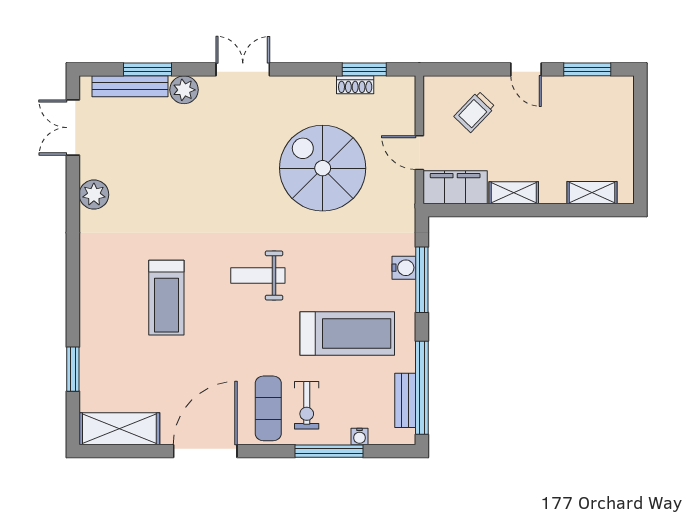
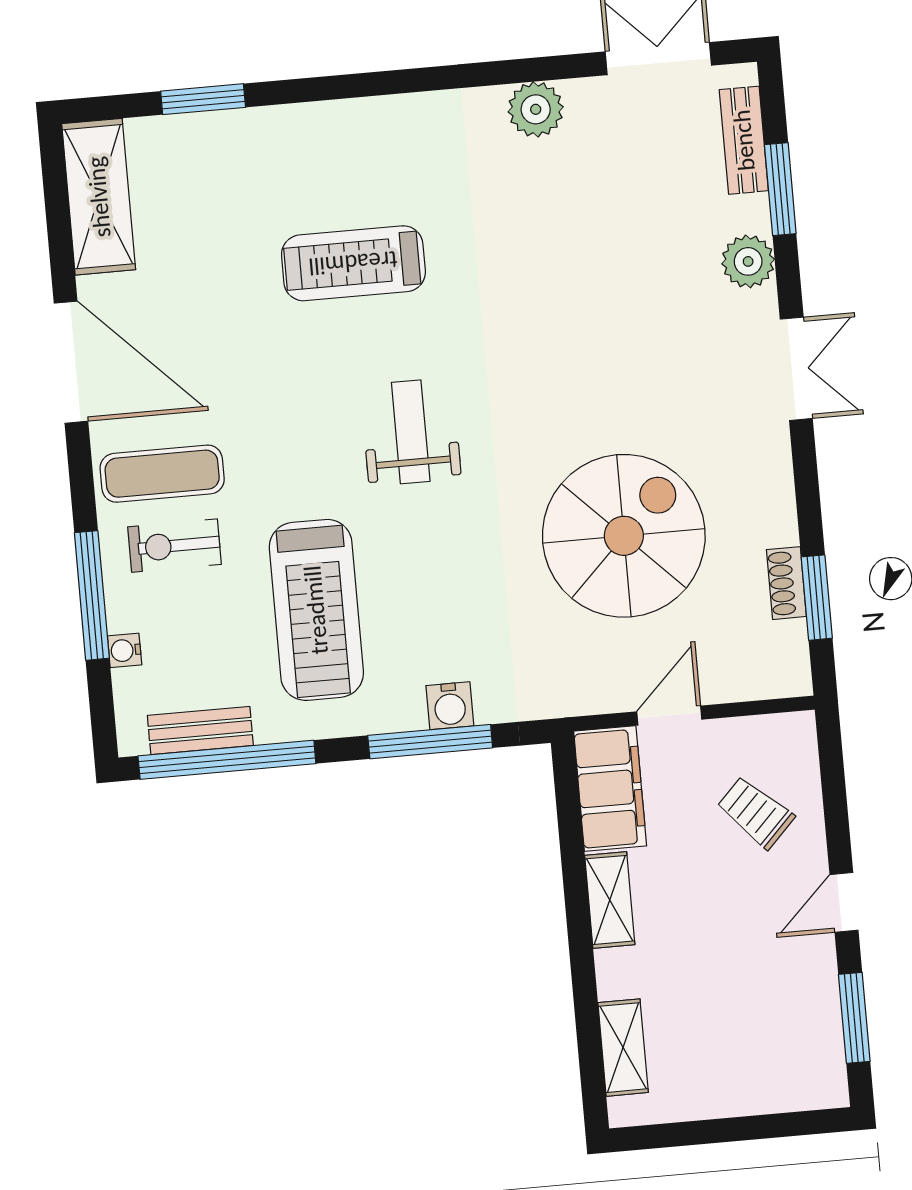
bench: (130, 86) -> (744, 140), width x0.73

